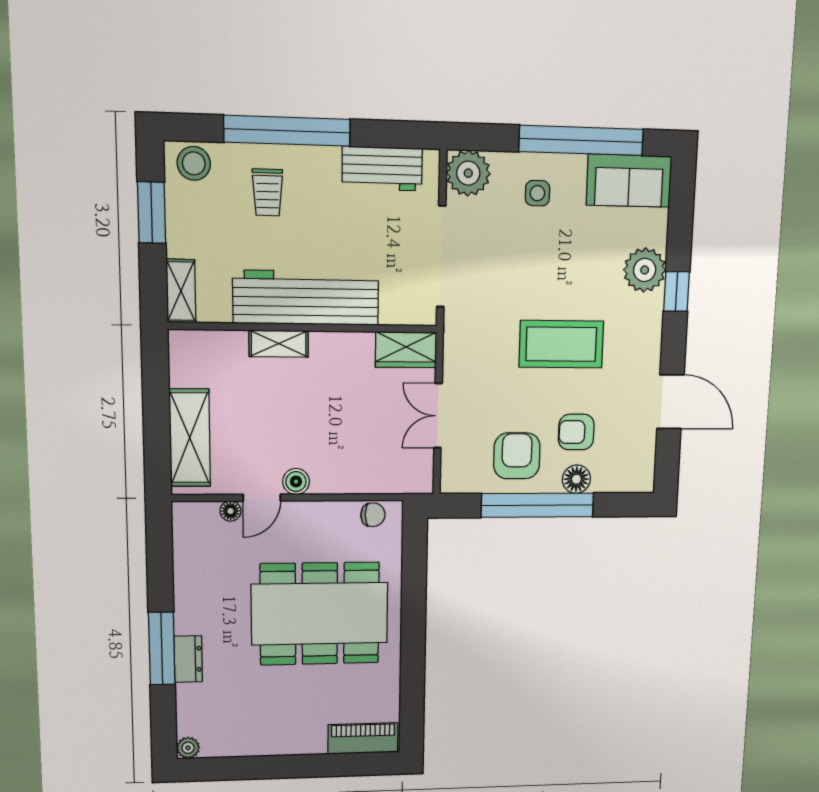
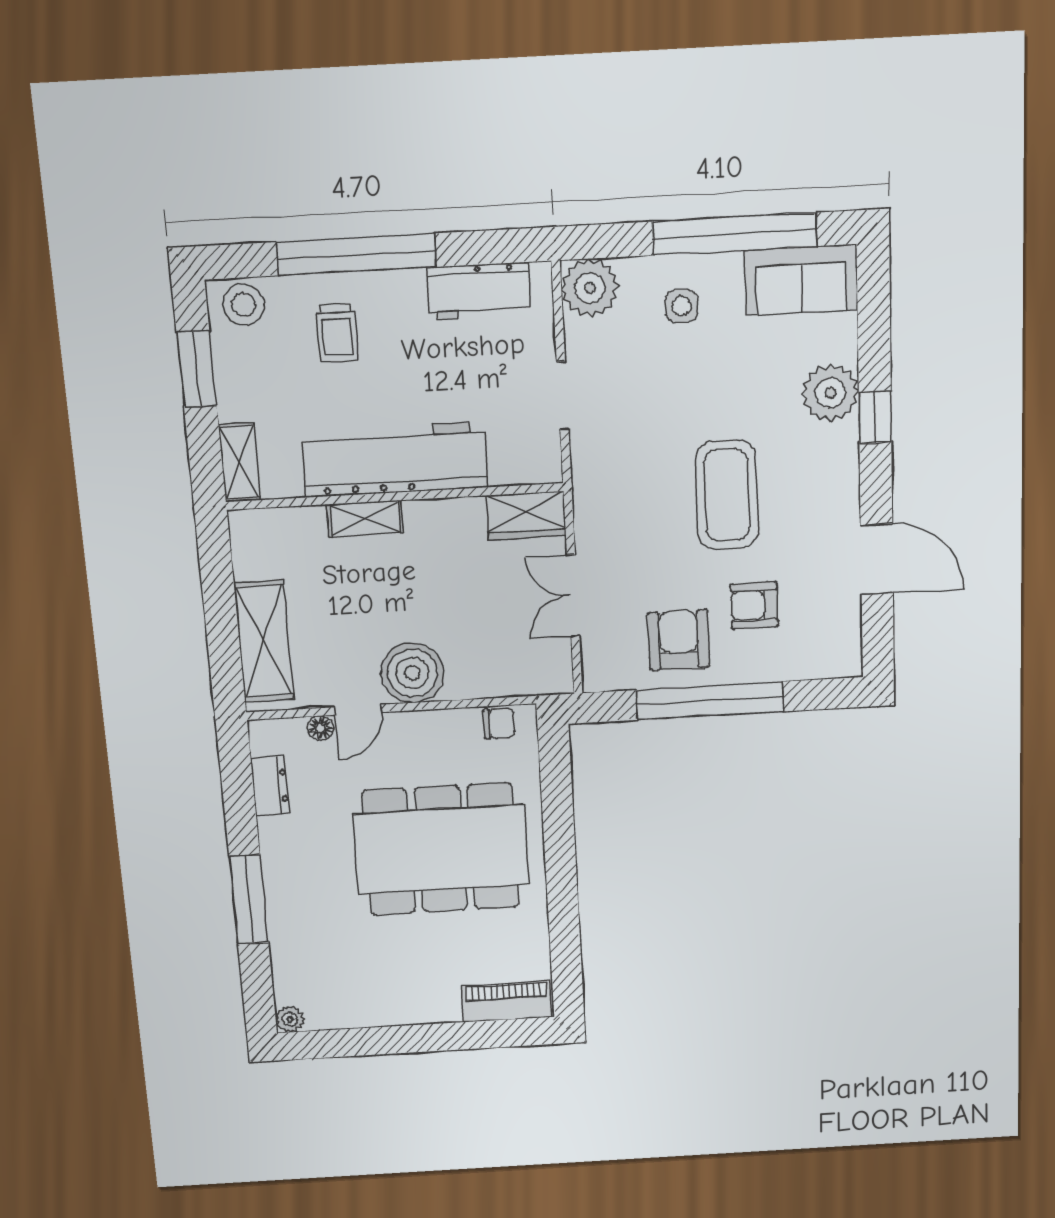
doorway: (441, 257) -> (563, 396), width x0.53
coffee table: (561, 344) -> (727, 495), turned 90
floor lamp: (576, 479) -> (759, 665), removed
boiler: (296, 482) -> (412, 673), width x1.86, depth x1.86
dresser: (188, 659) -> (270, 786), moved

